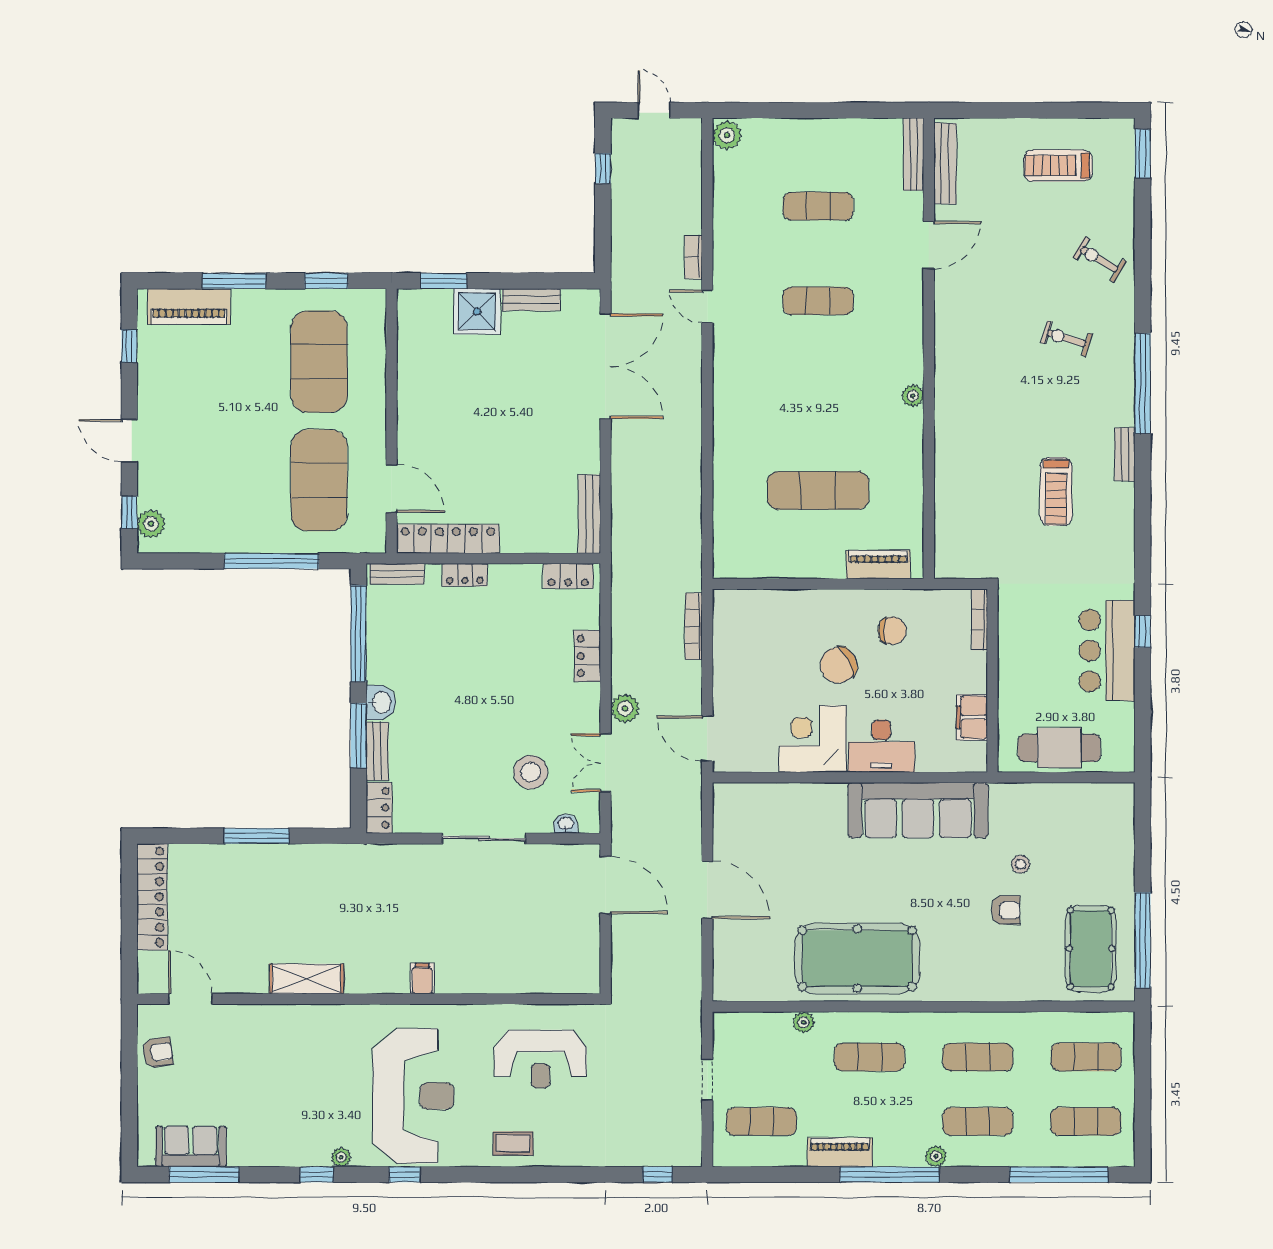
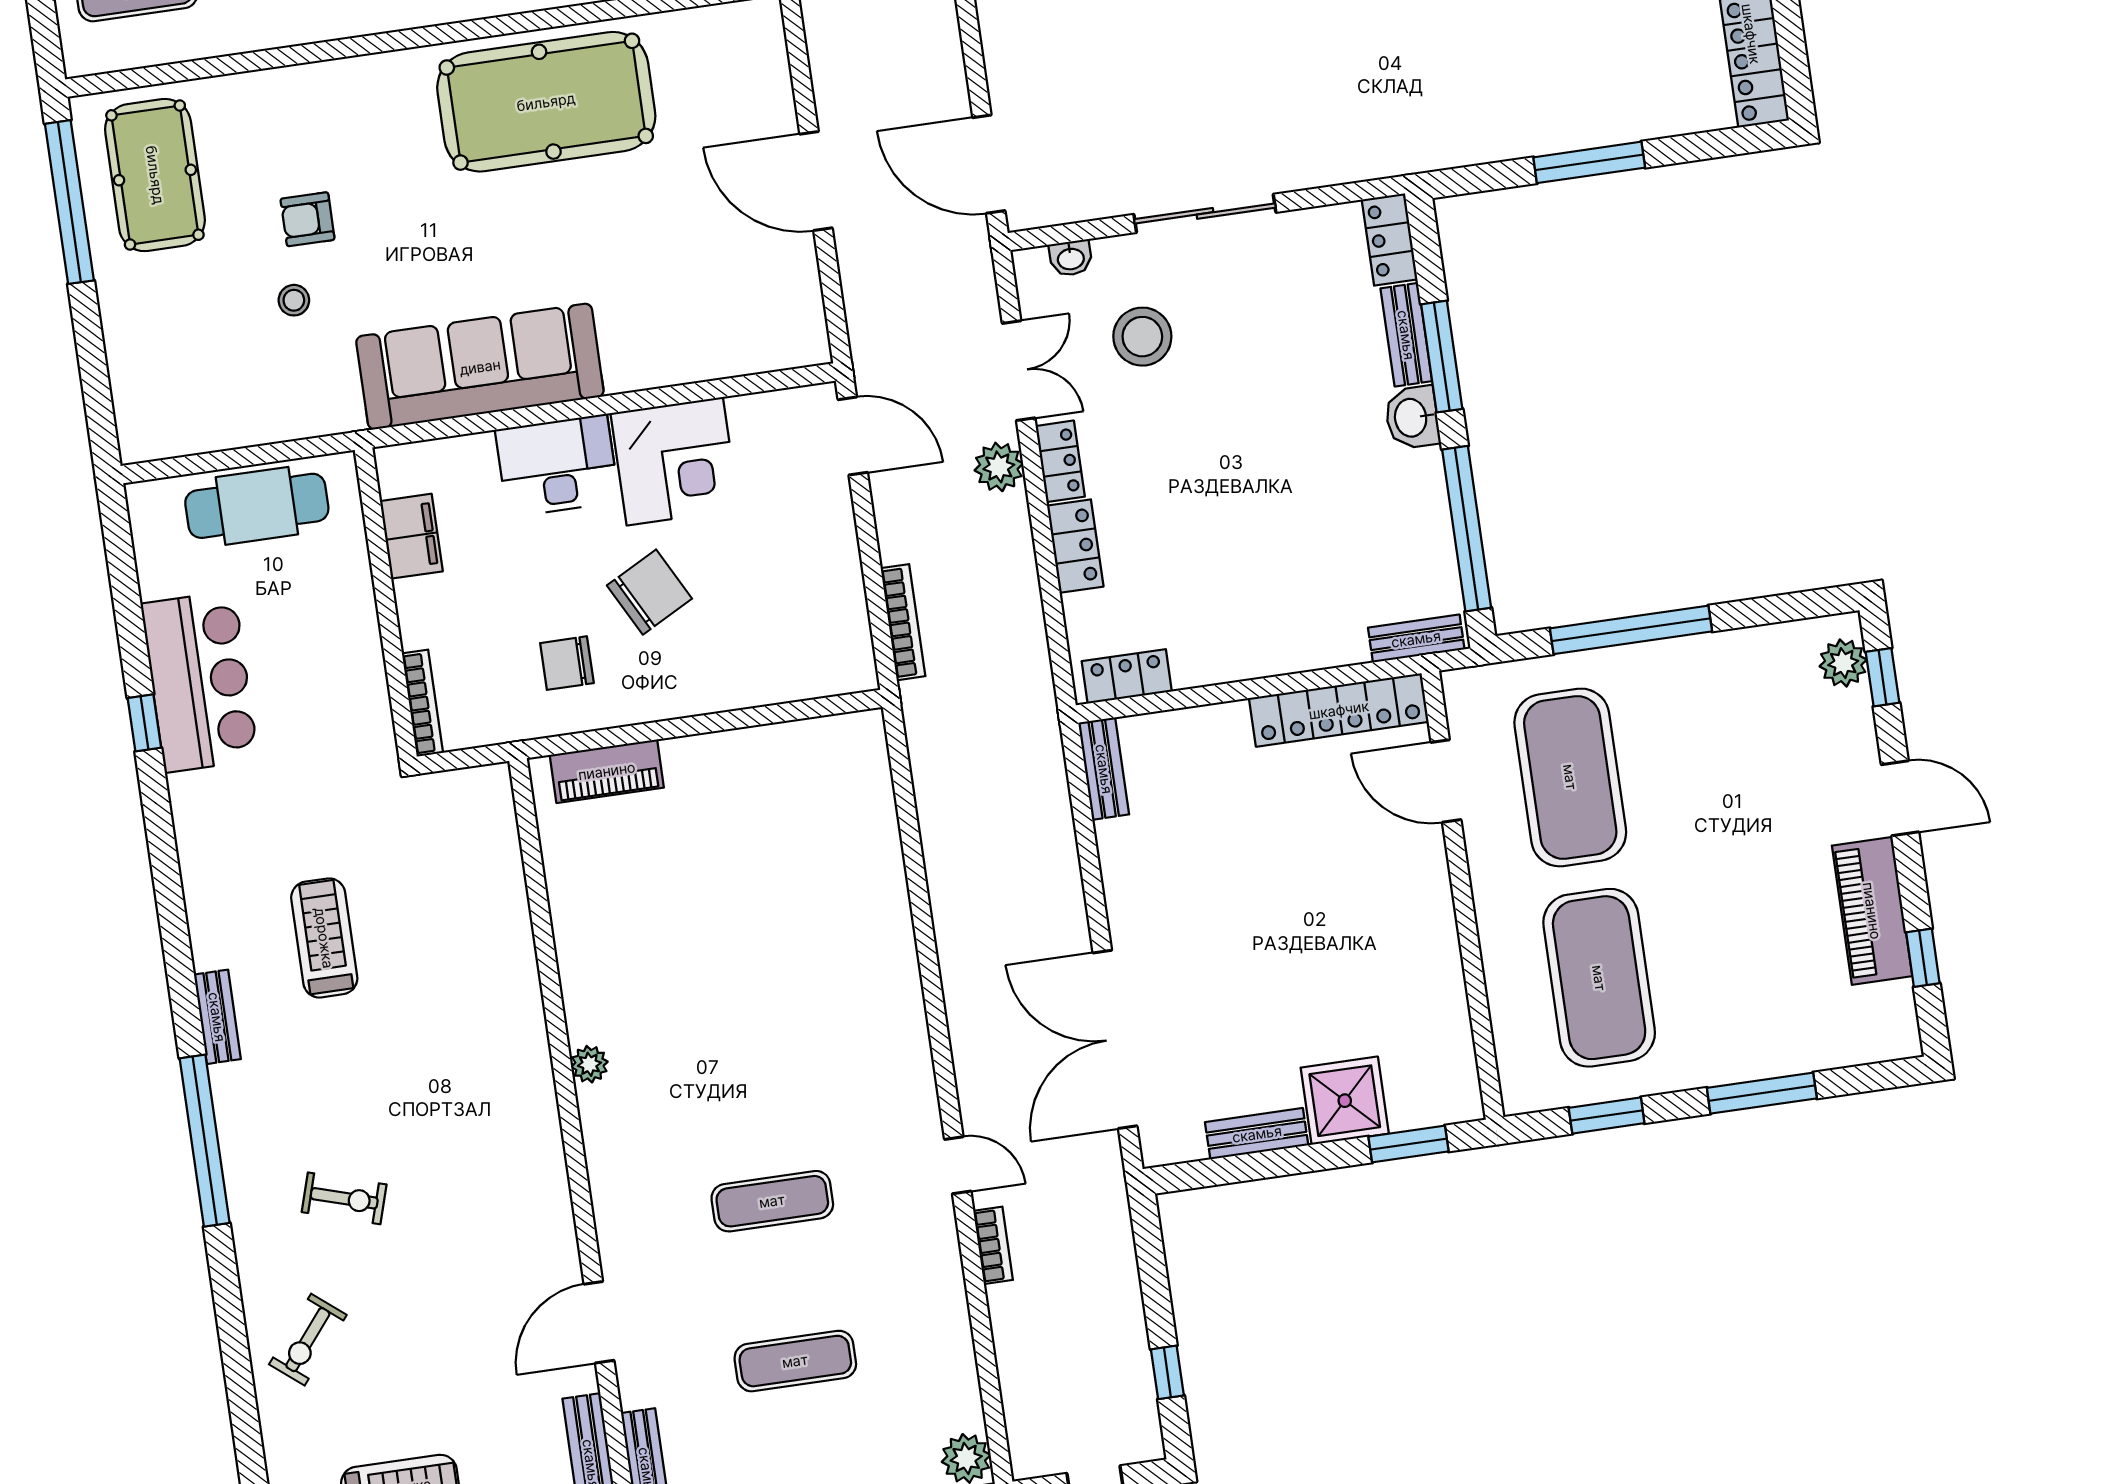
exercise bike: (1099, 259) -> (308, 1340), turned 98
piano: (189, 306) -> (1872, 911), moved, turned -90
exercise mat: (818, 491) -> (726, 881), removed
bench: (589, 514) -> (1104, 769), width x0.73
locker: (465, 575) -> (1060, 461), moved, turned 90

